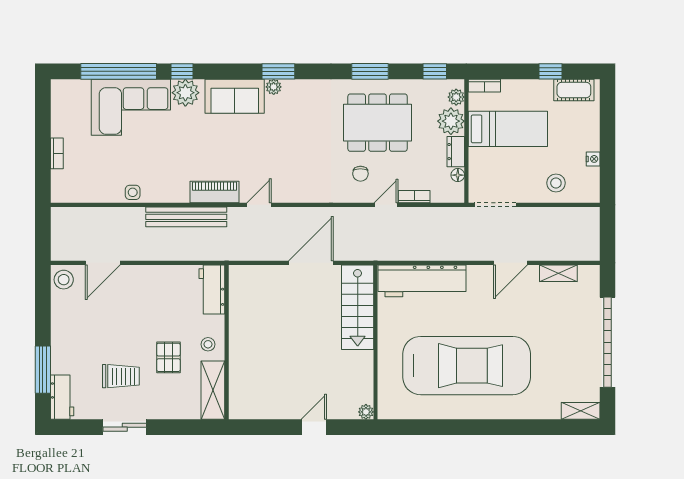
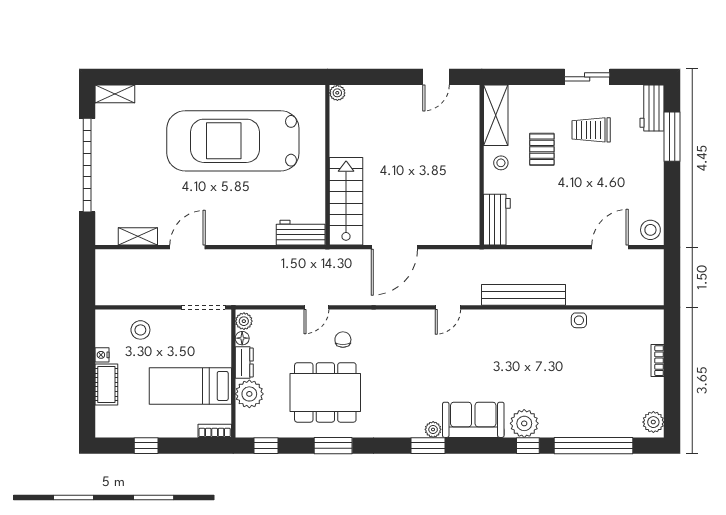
cot: (574, 90) -> (106, 385), moved, turned 90
plant: (61, 94) -> (653, 422), added
plant: (456, 97) -> (244, 321), moved
corner sofa: (131, 107) -> (581, 408), removed
piano: (215, 192) -> (494, 321), removed
bookcase: (414, 197) -> (287, 316), removed
workbench: (422, 281) -> (301, 233), width x0.53, depth x0.76
door: (314, 427) -> (436, 77), moved

